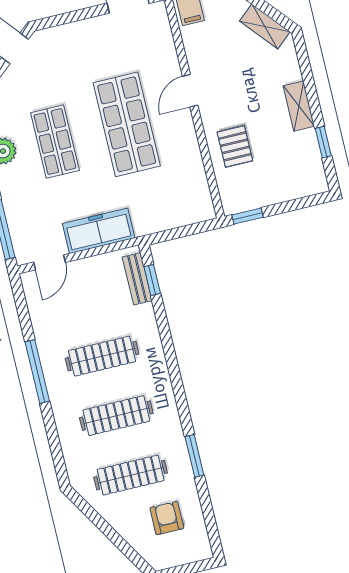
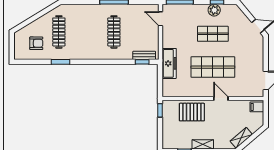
pallet: (235, 146) -> (192, 112), width x1.50, depth x1.42
freezer: (99, 231) -> (169, 63), moved
clothes rail: (116, 416) -> (86, 32), removed

